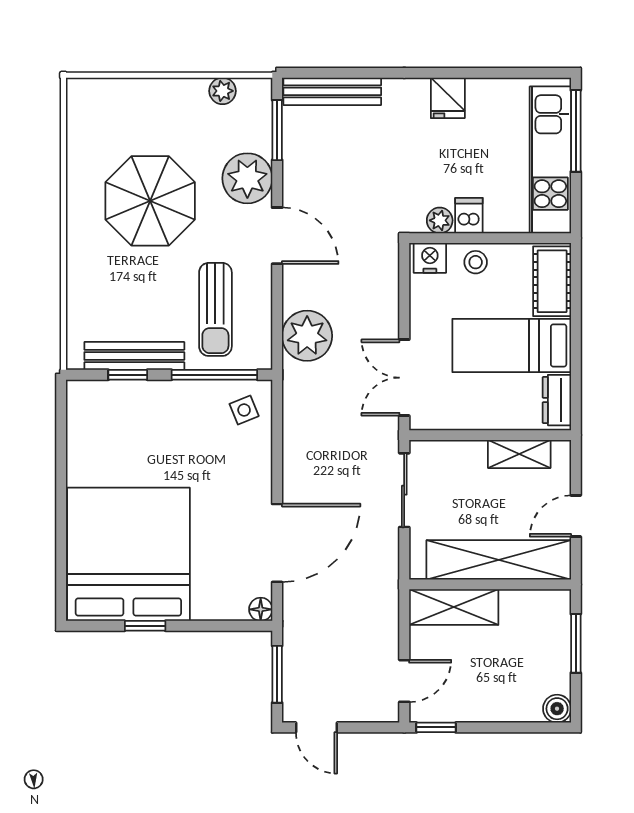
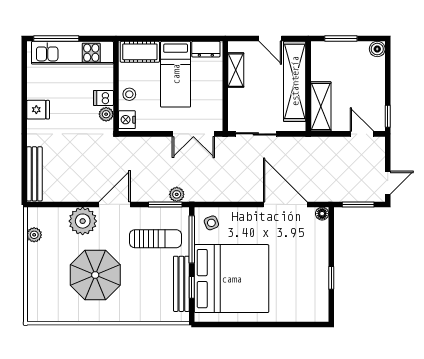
window: (277, 130) -> (165, 204), moved
plant: (307, 336) -> (177, 194), width x0.53, depth x0.53
bed: (128, 554) -> (232, 279), moved, turned 180

